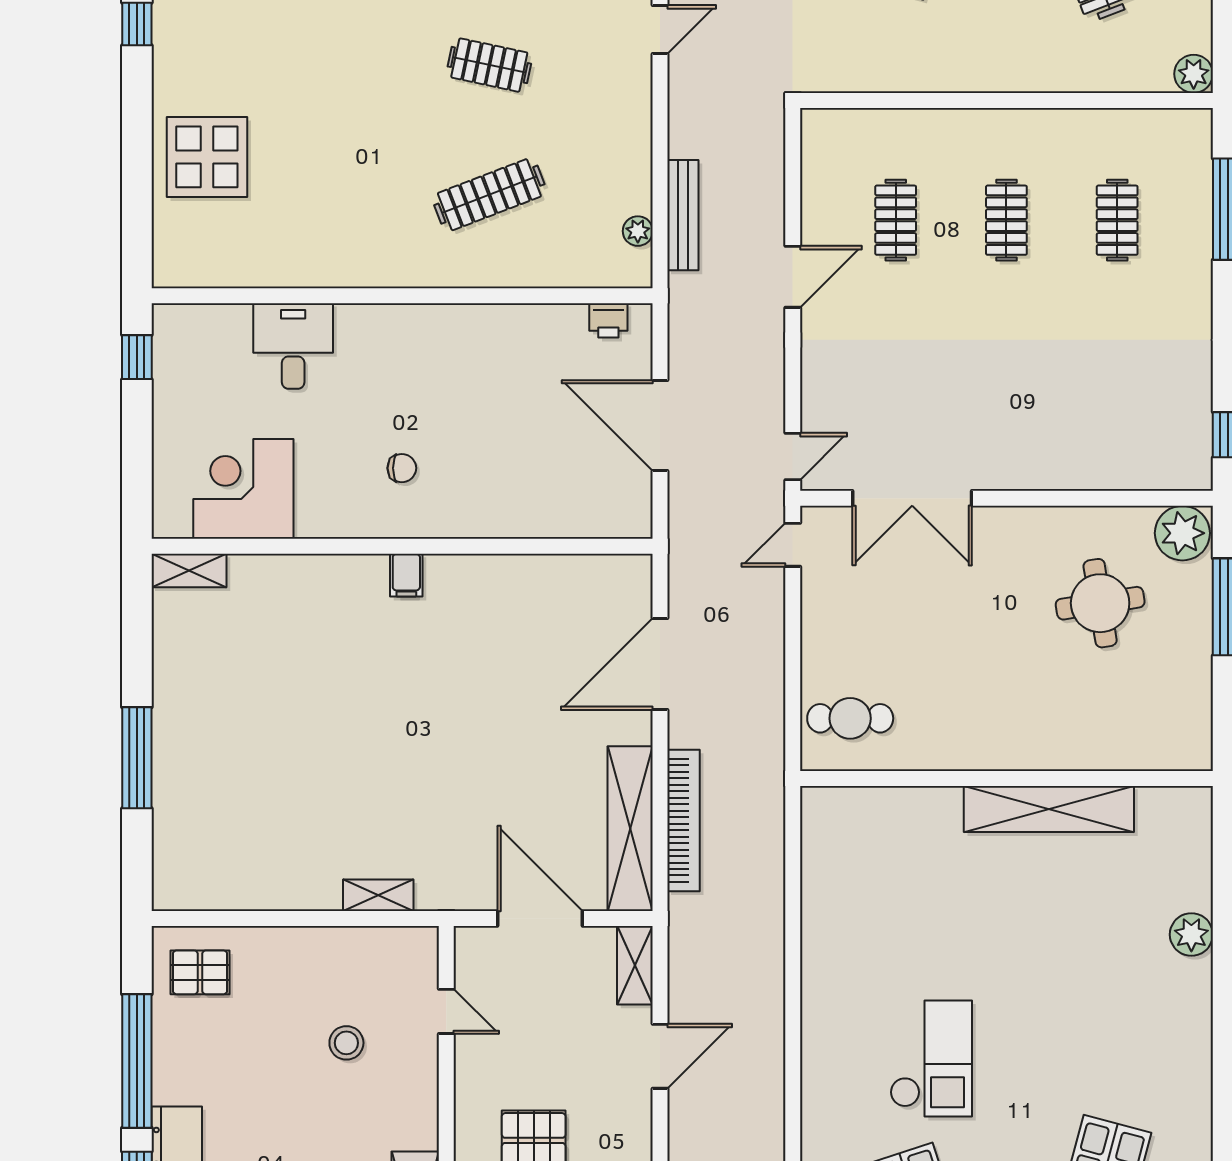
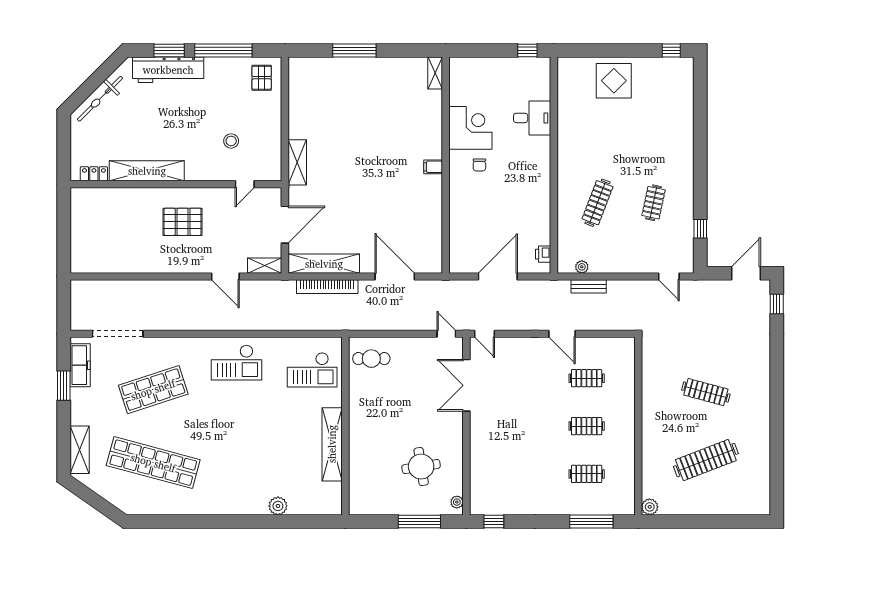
clothes rail: (489, 195) -> (597, 203), turned 42
bench: (683, 215) -> (589, 286), width x0.73
corner desk: (243, 489) -> (470, 128), moved
plant: (1182, 533) -> (457, 502), width x0.53, depth x0.53
cafe table: (850, 718) -> (371, 359), turned 90
checkout: (876, 855) -> (312, 370), added
shelving: (378, 895) -> (297, 162), width x1.50, depth x1.33
checkout: (931, 1058) -> (236, 363), moved

